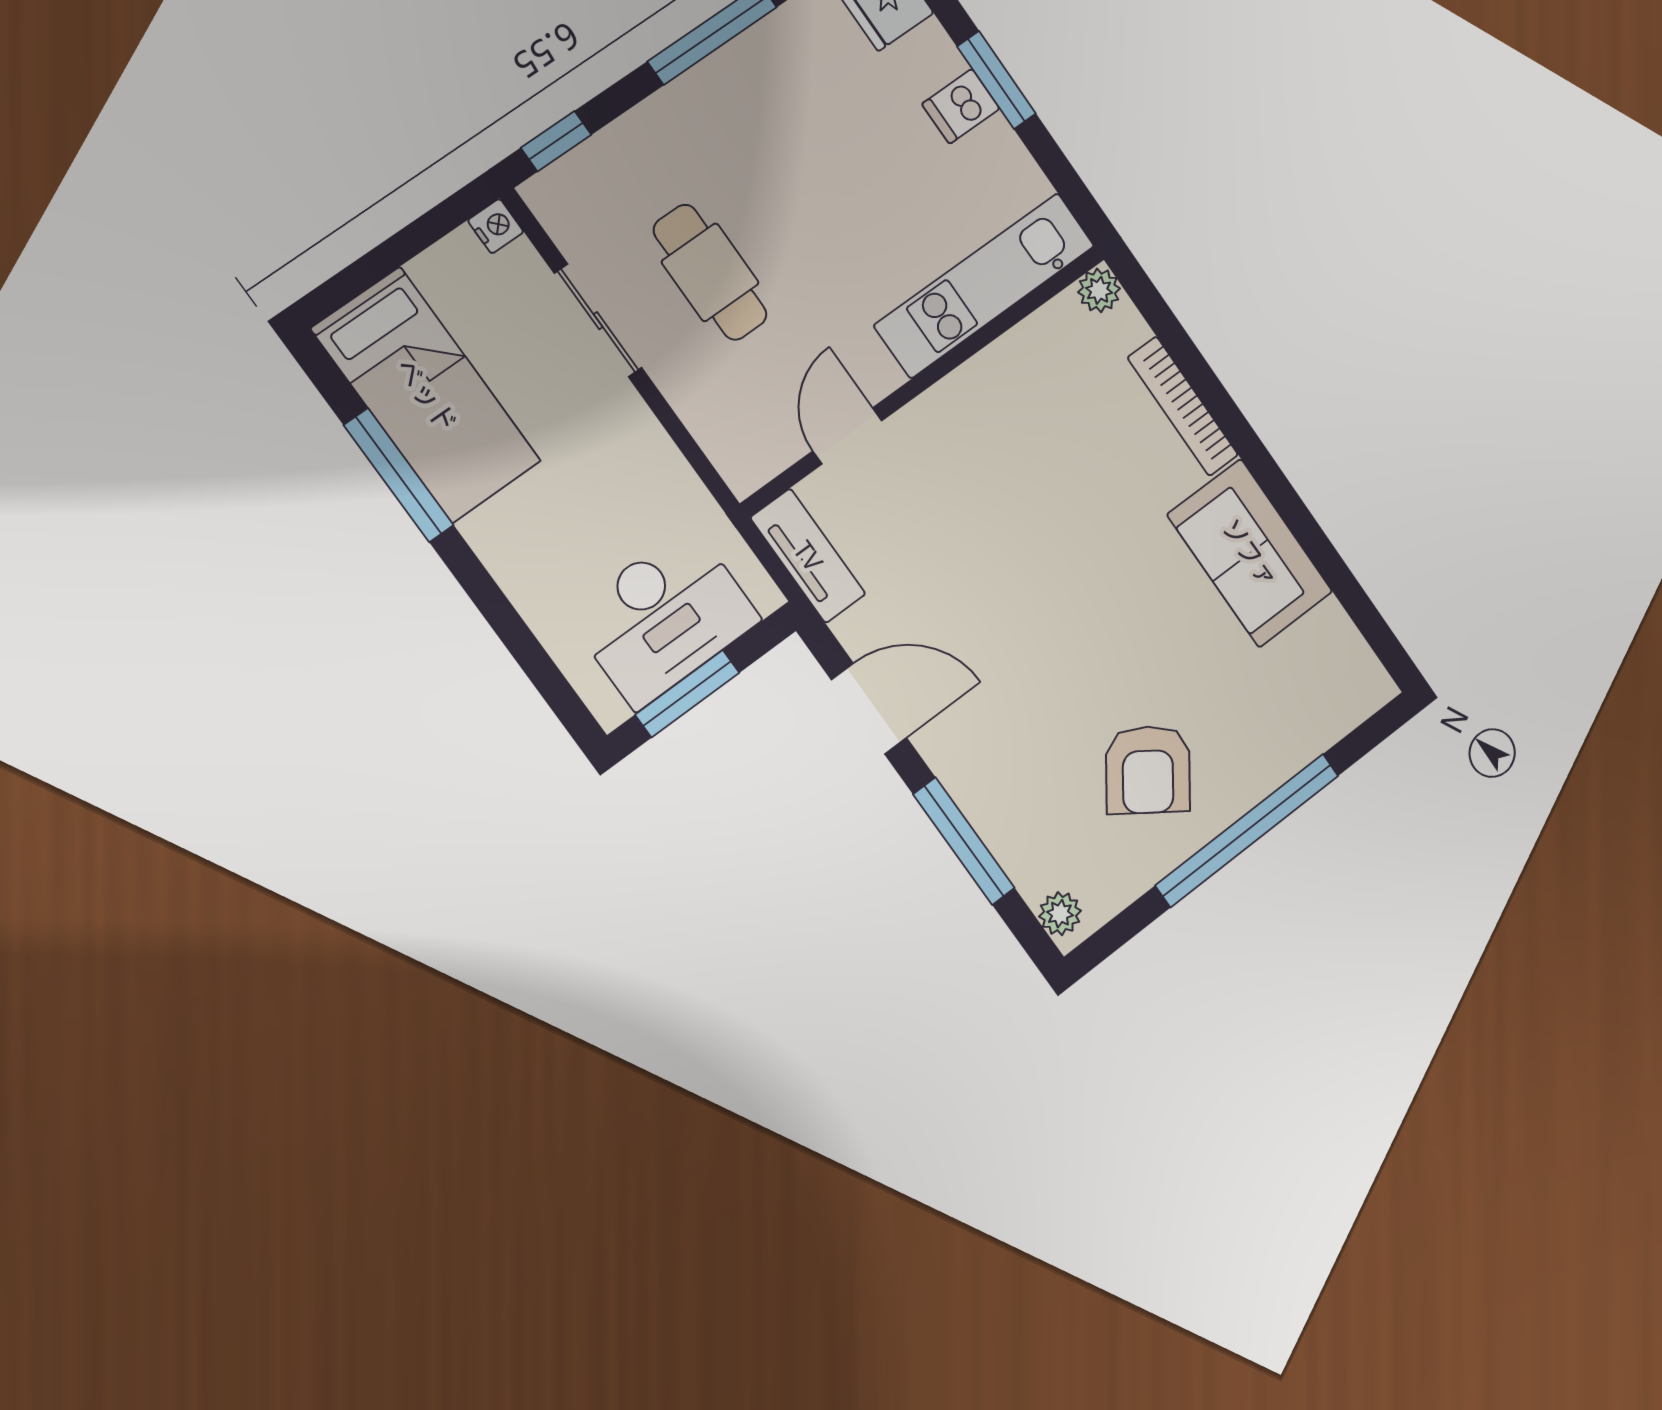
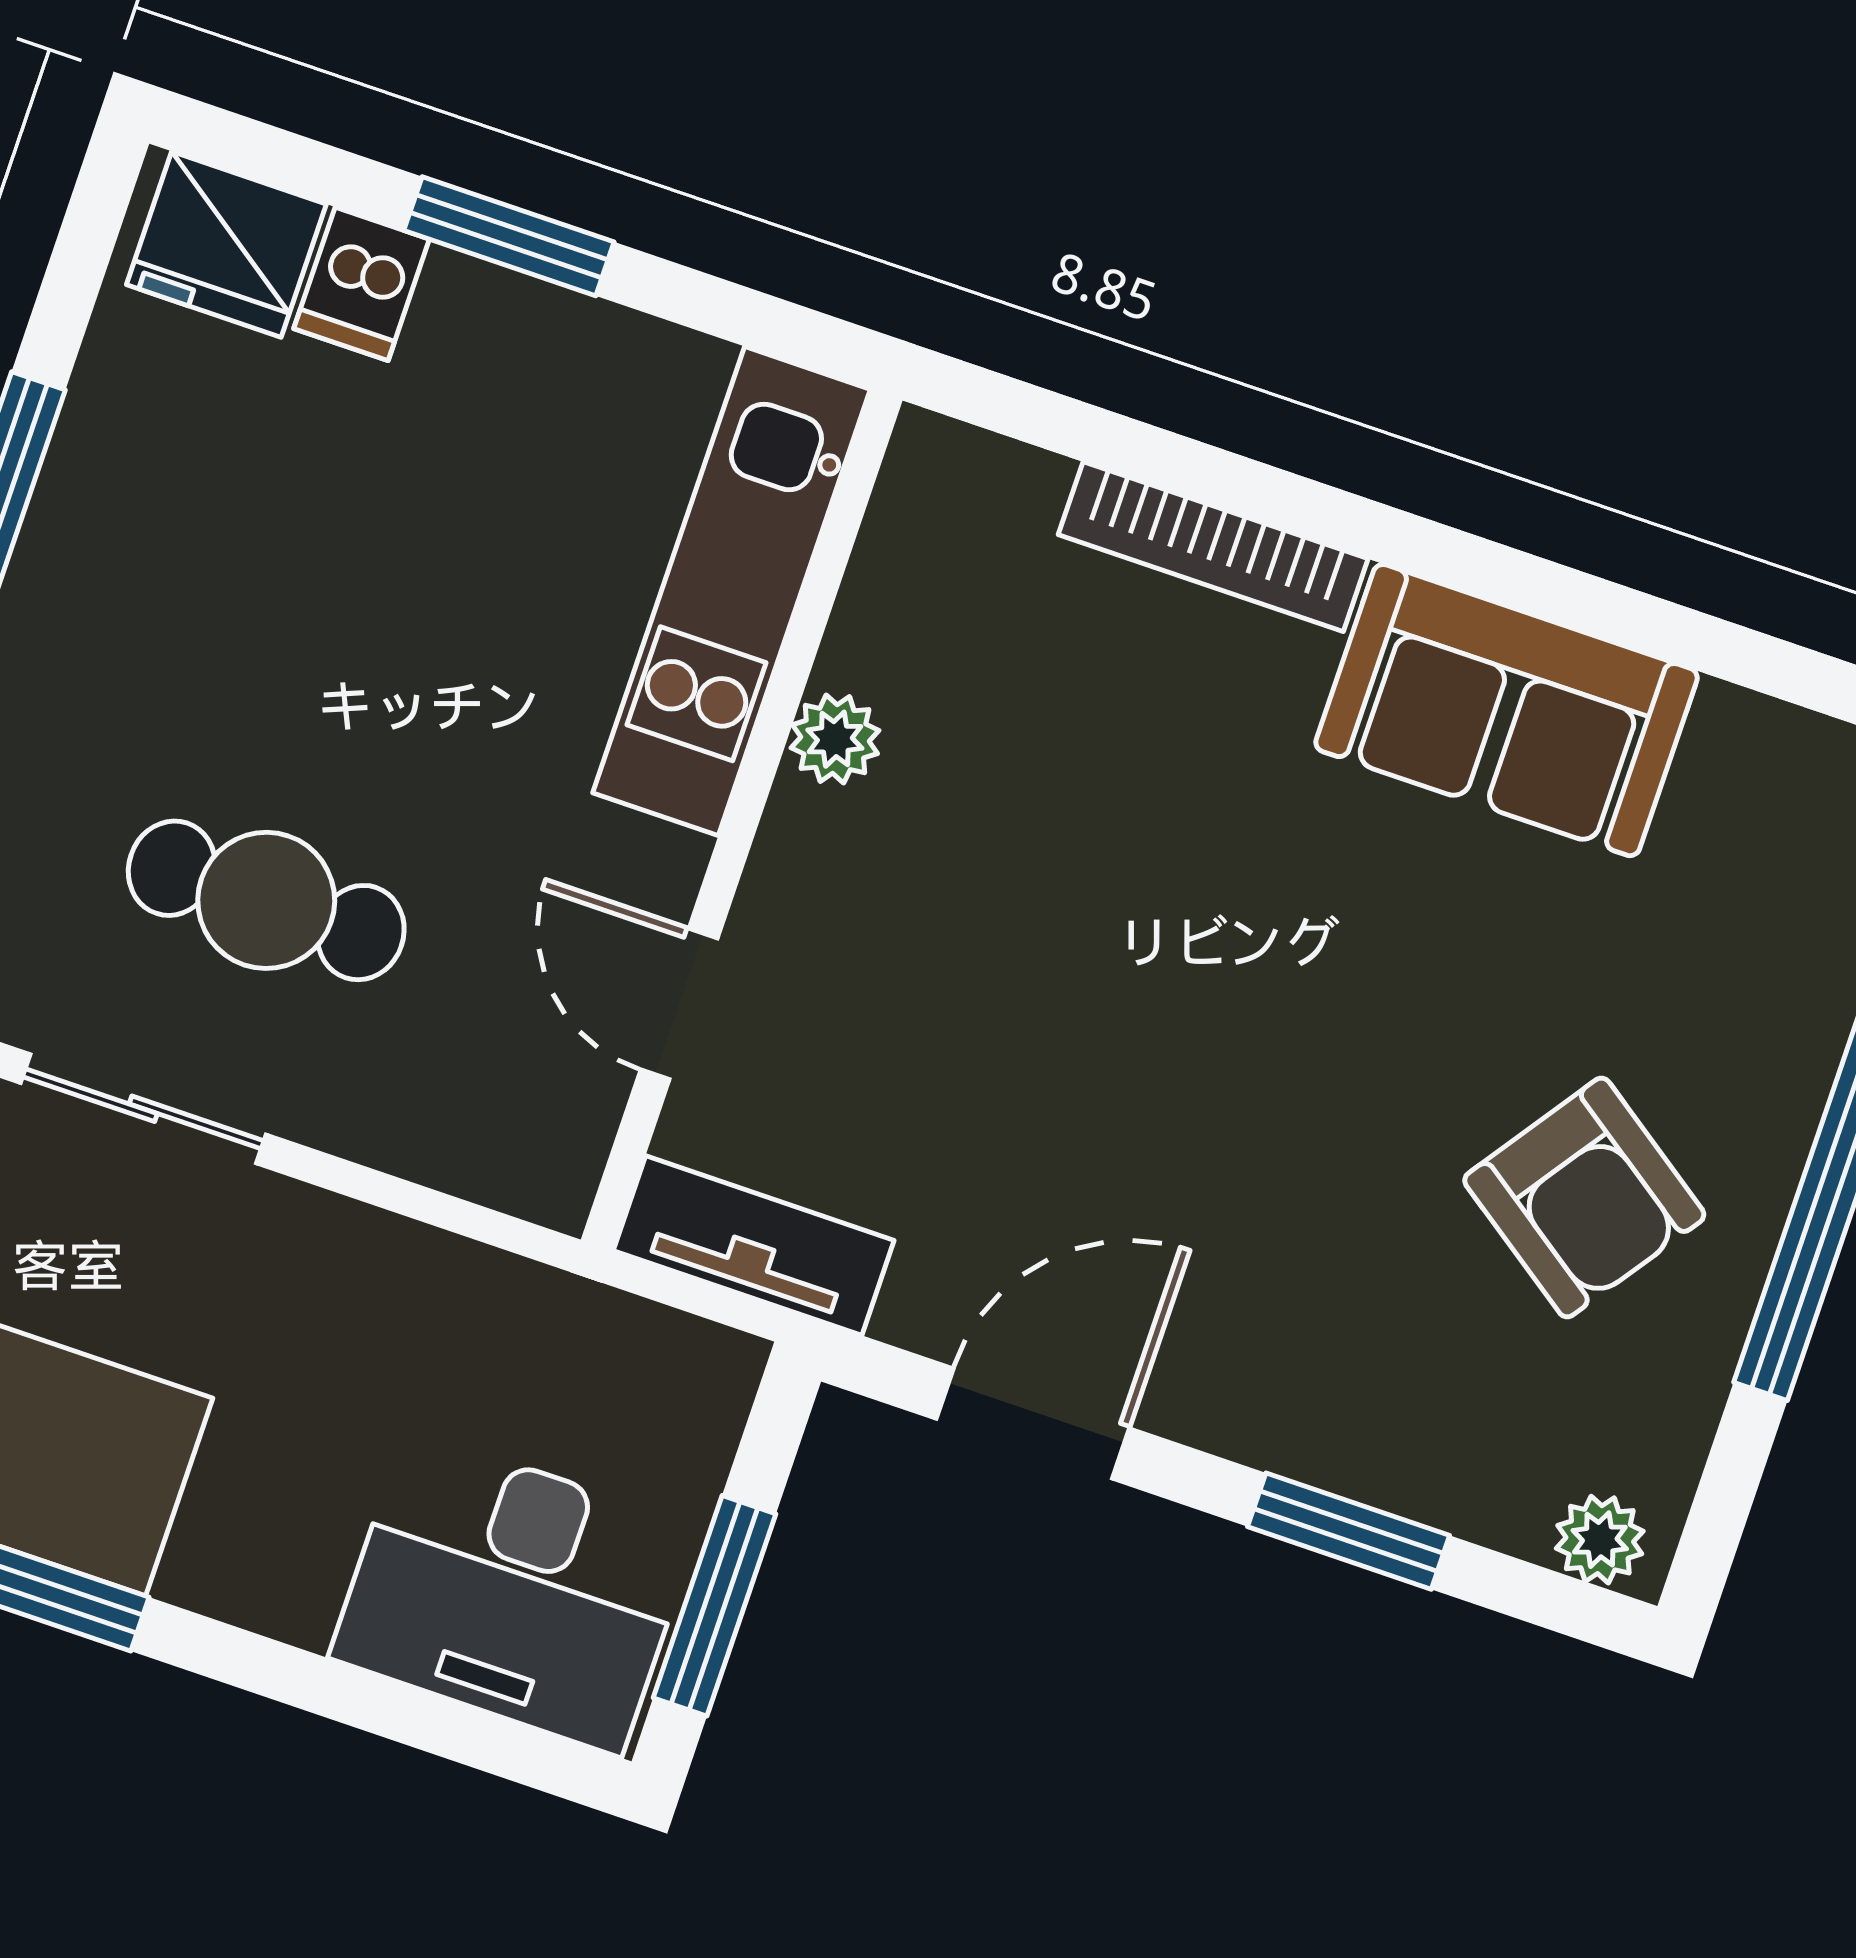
dishwasher: (961, 106) -> (362, 284), moved
plant: (1099, 290) -> (835, 739), moved
desk: (664, 617) -> (514, 1592), moved, turned 90
window: (964, 841) -> (1349, 1531), width x0.69

